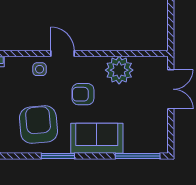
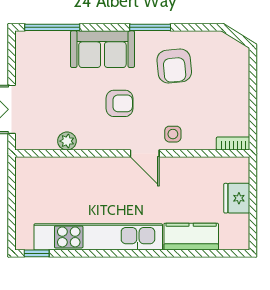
plant: (119, 70) -> (67, 141), width x0.53, depth x0.53
armchair: (38, 125) -> (174, 66), width x0.73, depth x0.73

